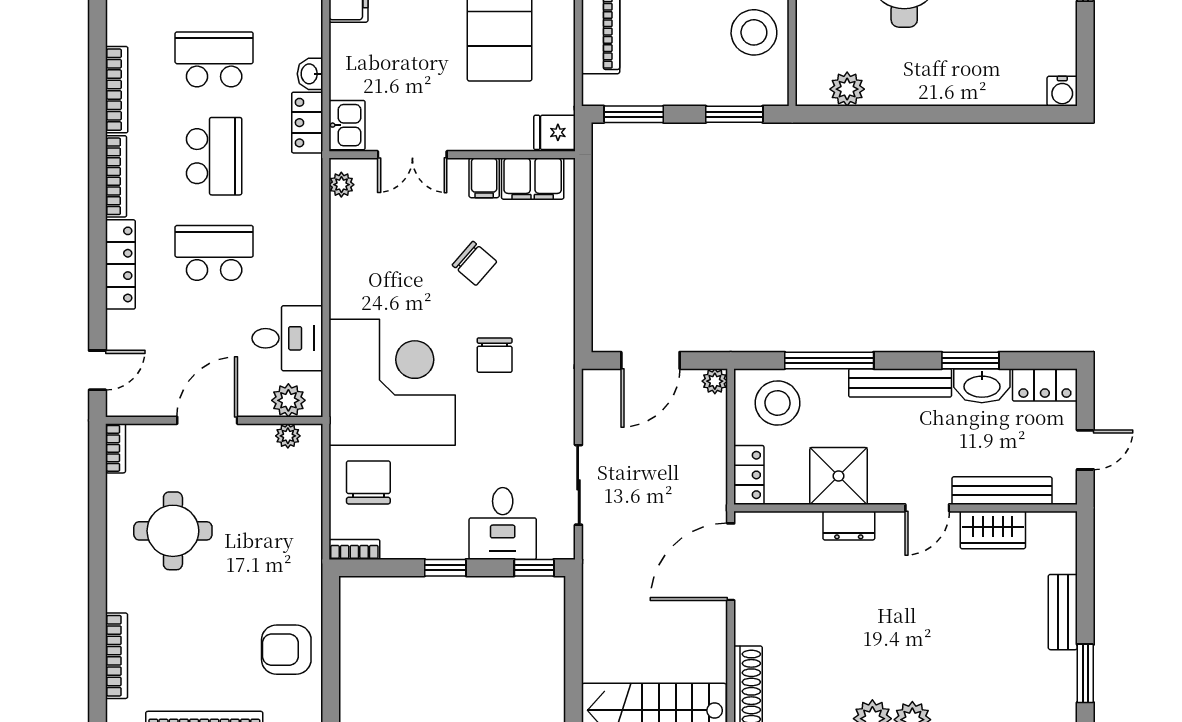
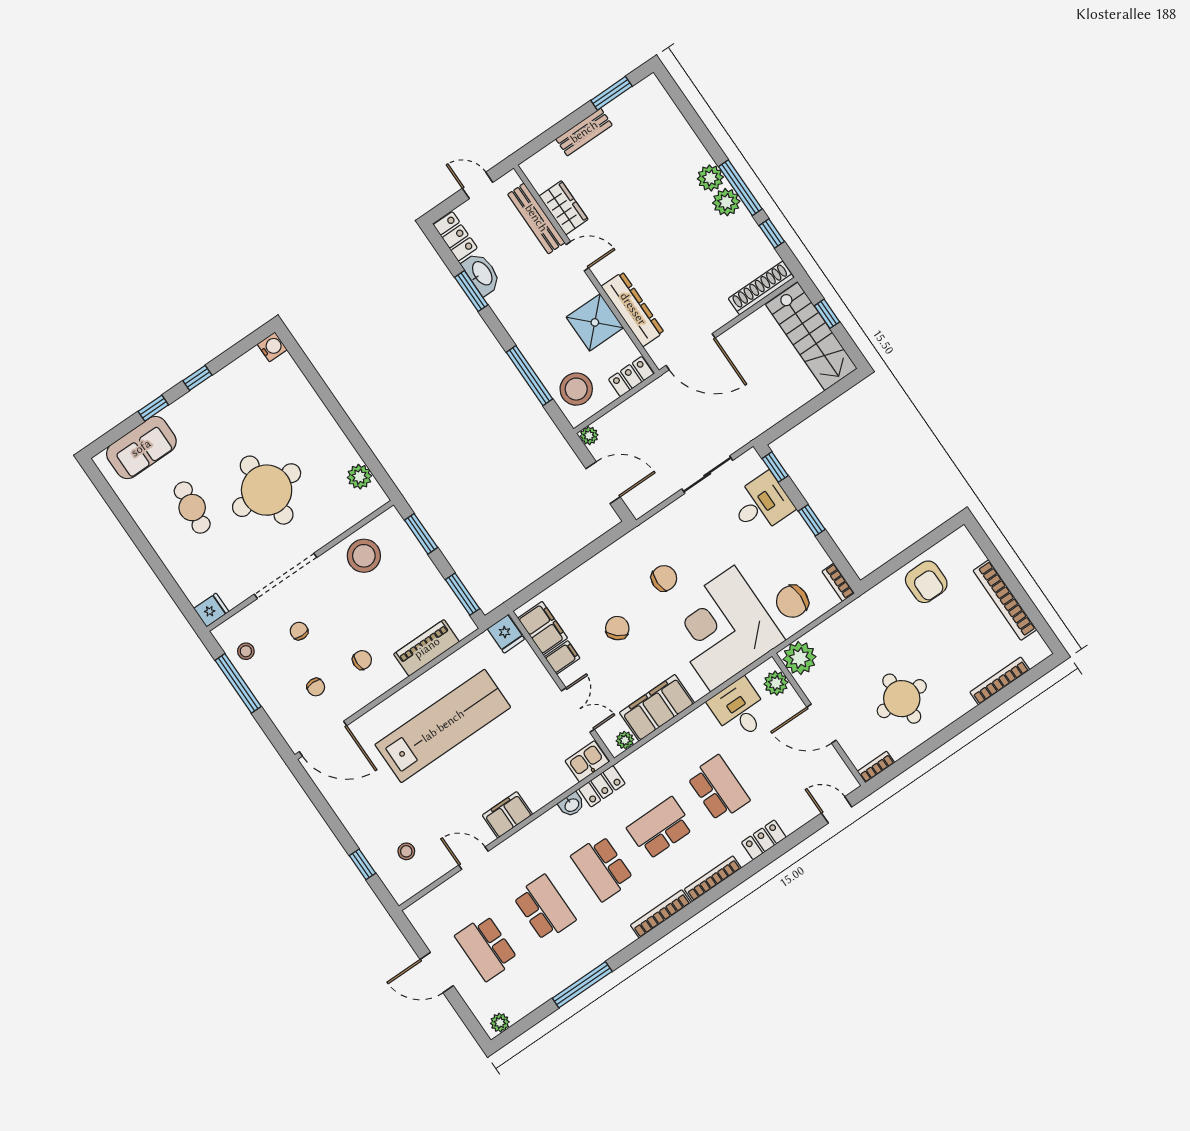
filing cabinet: (353, 246) -> (657, 708), added
school desk: (214, 253) -> (718, 788), turned 180
locker: (120, 264) -> (764, 840), width x0.66
bench: (900, 383) -> (514, 324), removed
plant: (288, 436) -> (800, 658), width x1.88, depth x1.88
dresser: (849, 526) -> (633, 309), width x1.96, depth x1.24

